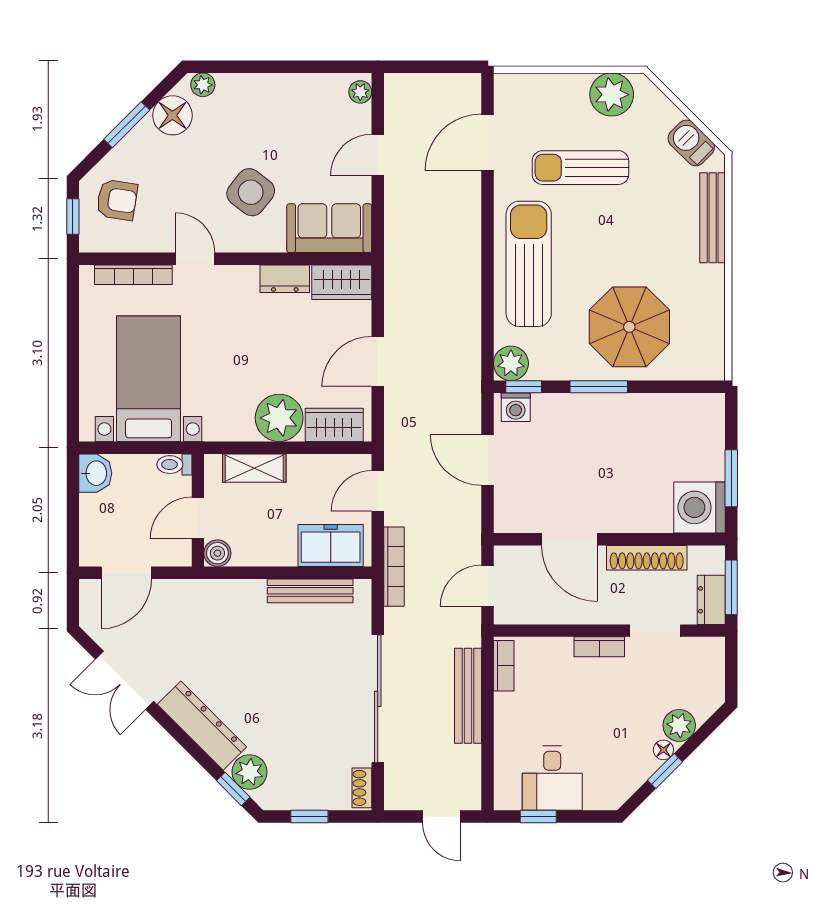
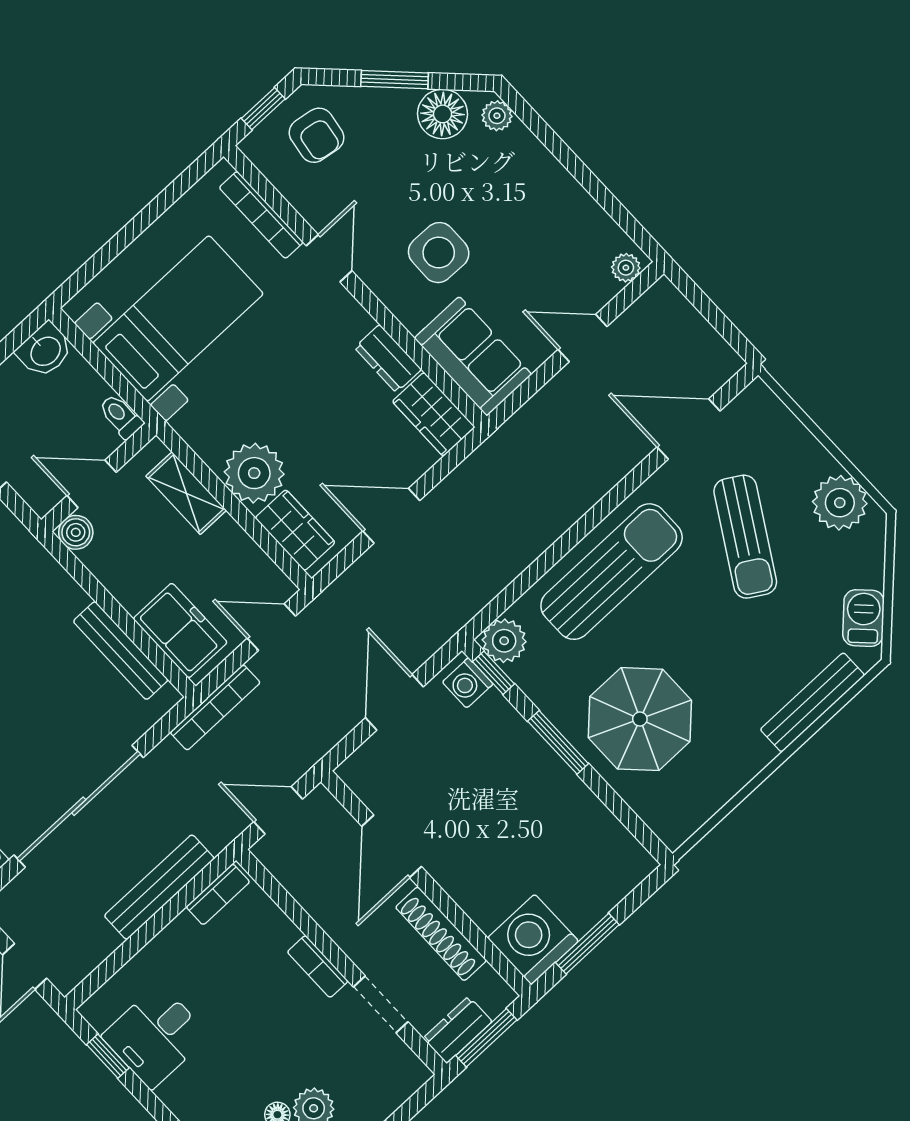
sun lounger: (580, 168) -> (745, 537), turned -149
side table: (251, 192) -> (439, 253), turned -37

